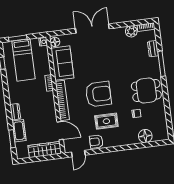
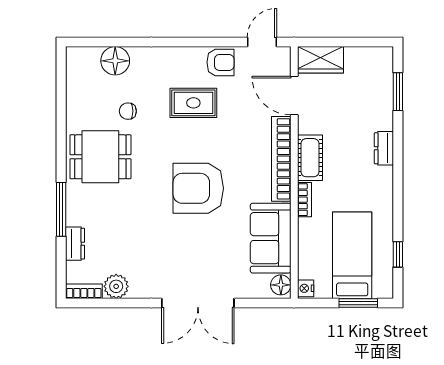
armchair: (98, 94) -> (198, 188), moved
cot: (19, 131) -> (310, 158), moved
wardrobe: (45, 150) -> (320, 60), width x0.67

